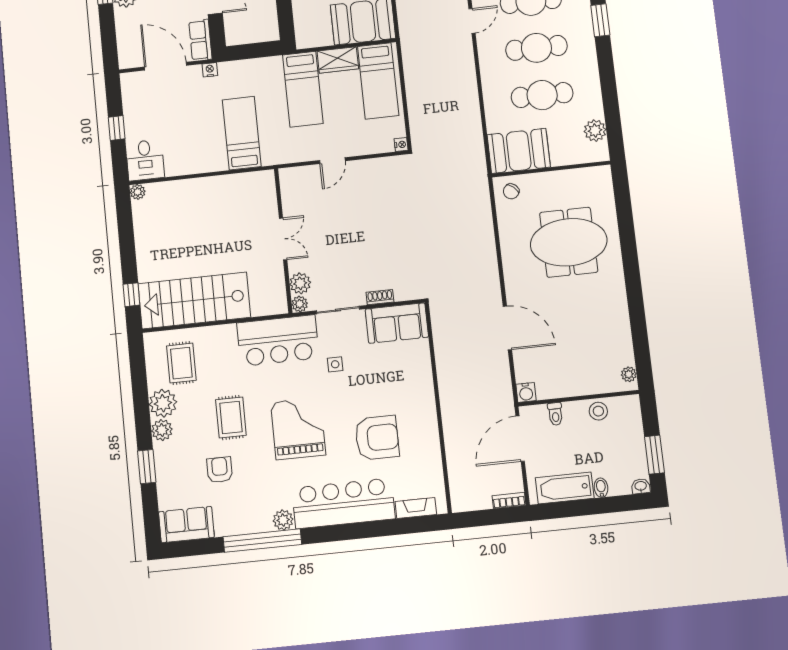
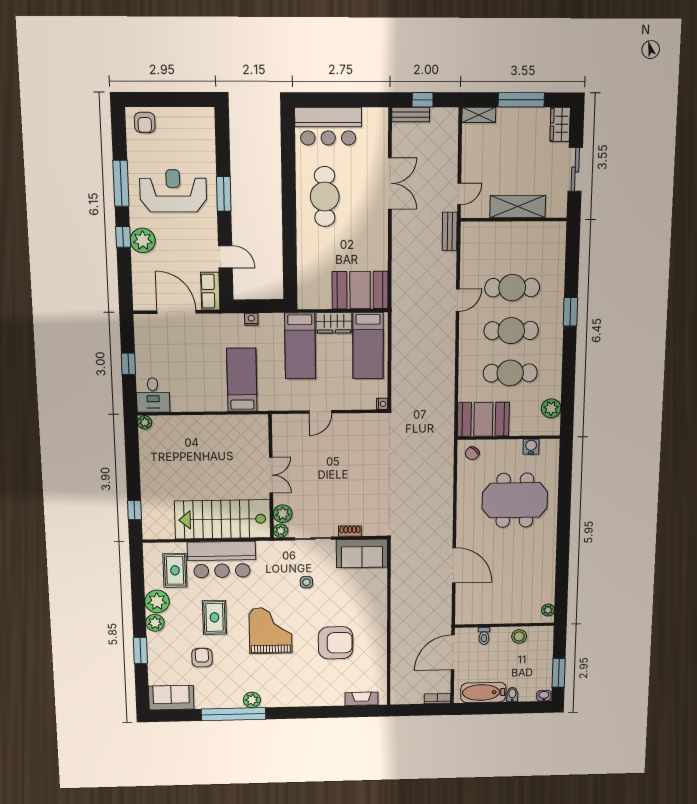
nightstand: (210, 70) -> (251, 319), moved
stairs: (194, 301) -> (223, 519), moved
bar counter: (278, 341) -> (222, 560), moved
water cooler: (526, 392) -> (531, 447), moved, turned 180
bar counter: (343, 503) -> (303, 691), removed

